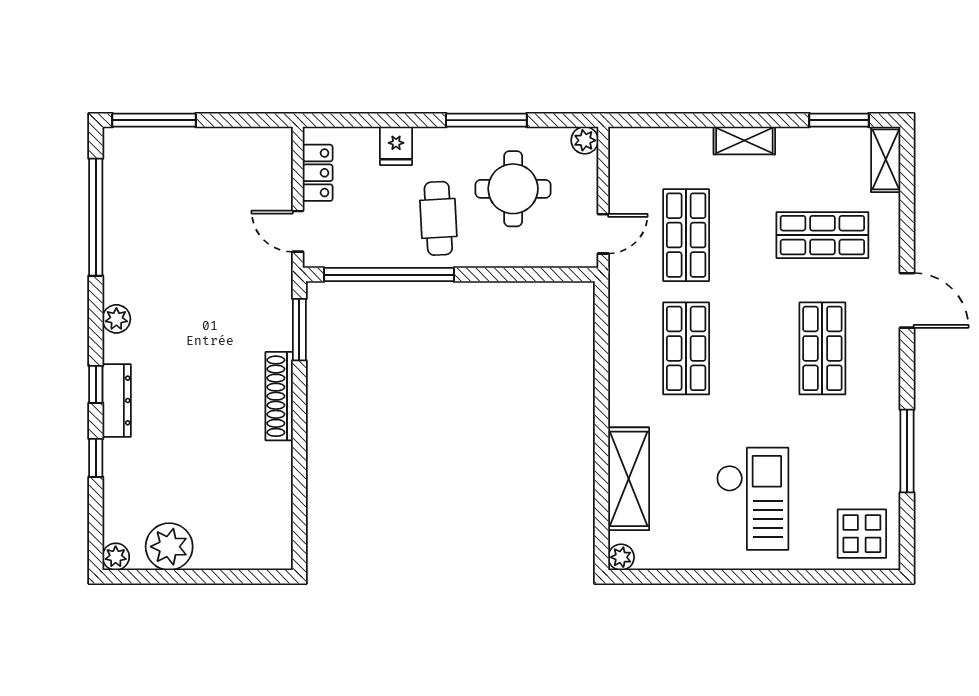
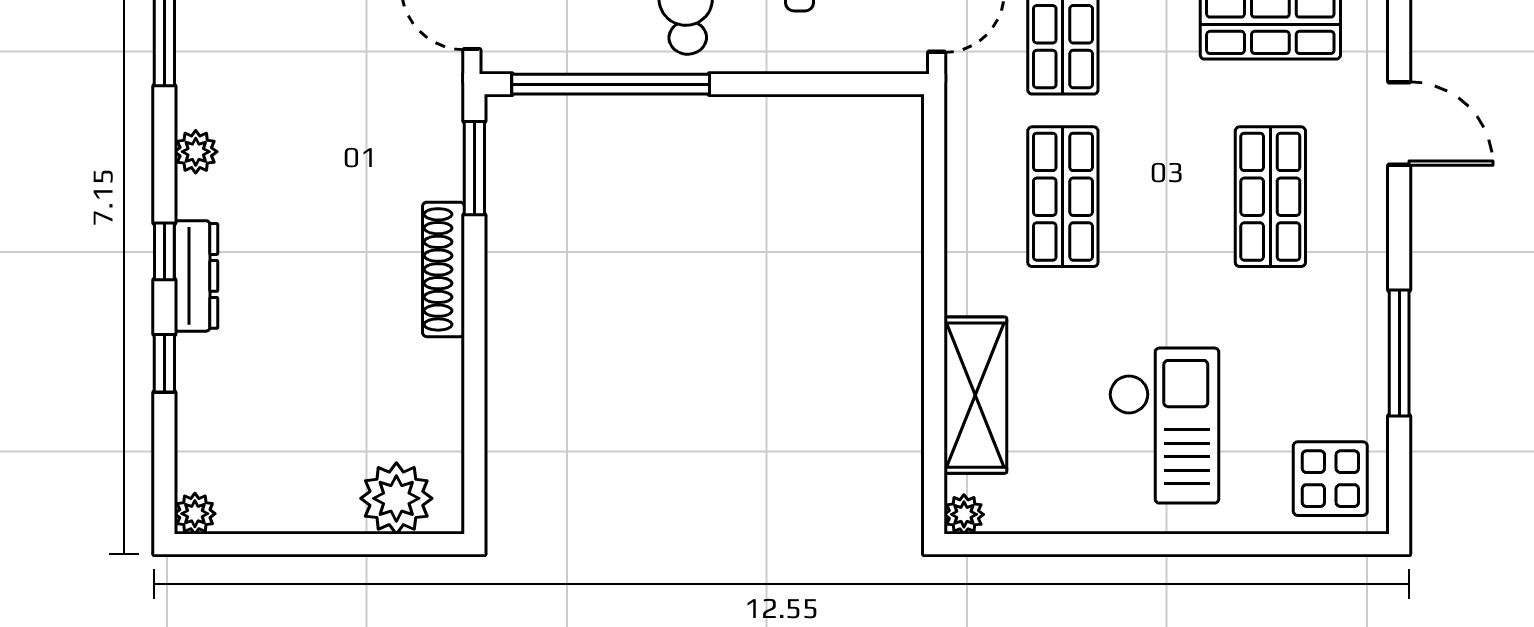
plant: (169, 547) -> (396, 498), moved

